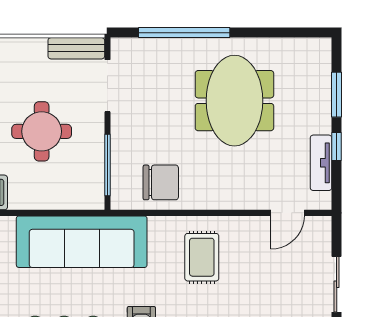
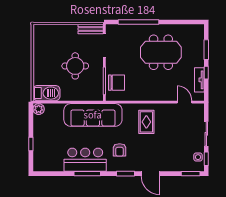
meeting table: (234, 101) -> (161, 52), turned 90
chair: (161, 182) -> (116, 83), moved
door: (288, 213) -> (184, 102), swing flipped

